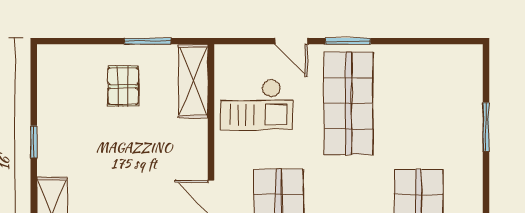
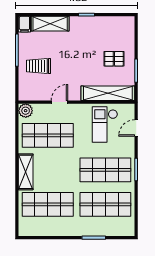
door: (291, 41) -> (136, 128), moved
shelving: (193, 81) -> (108, 93), width x1.47
shop shelf: (418, 103) -> (105, 204), added

